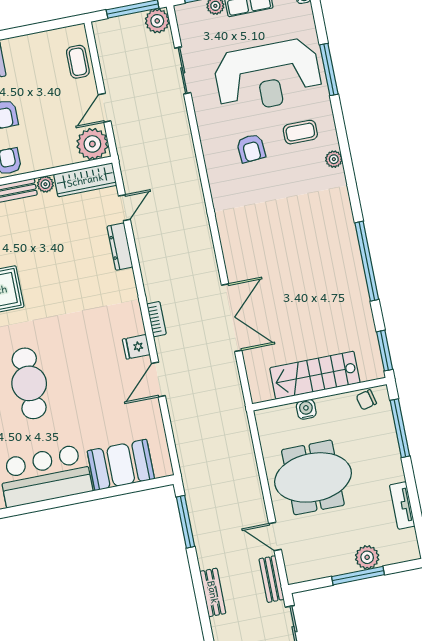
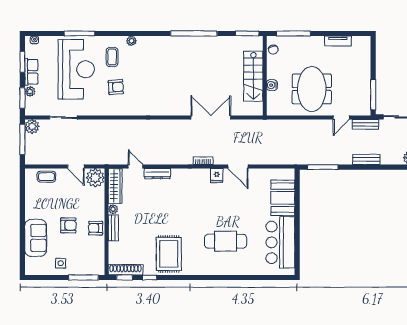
plant: (367, 557) -> (364, 67), removed
window: (358, 576) -> (373, 95), moved

